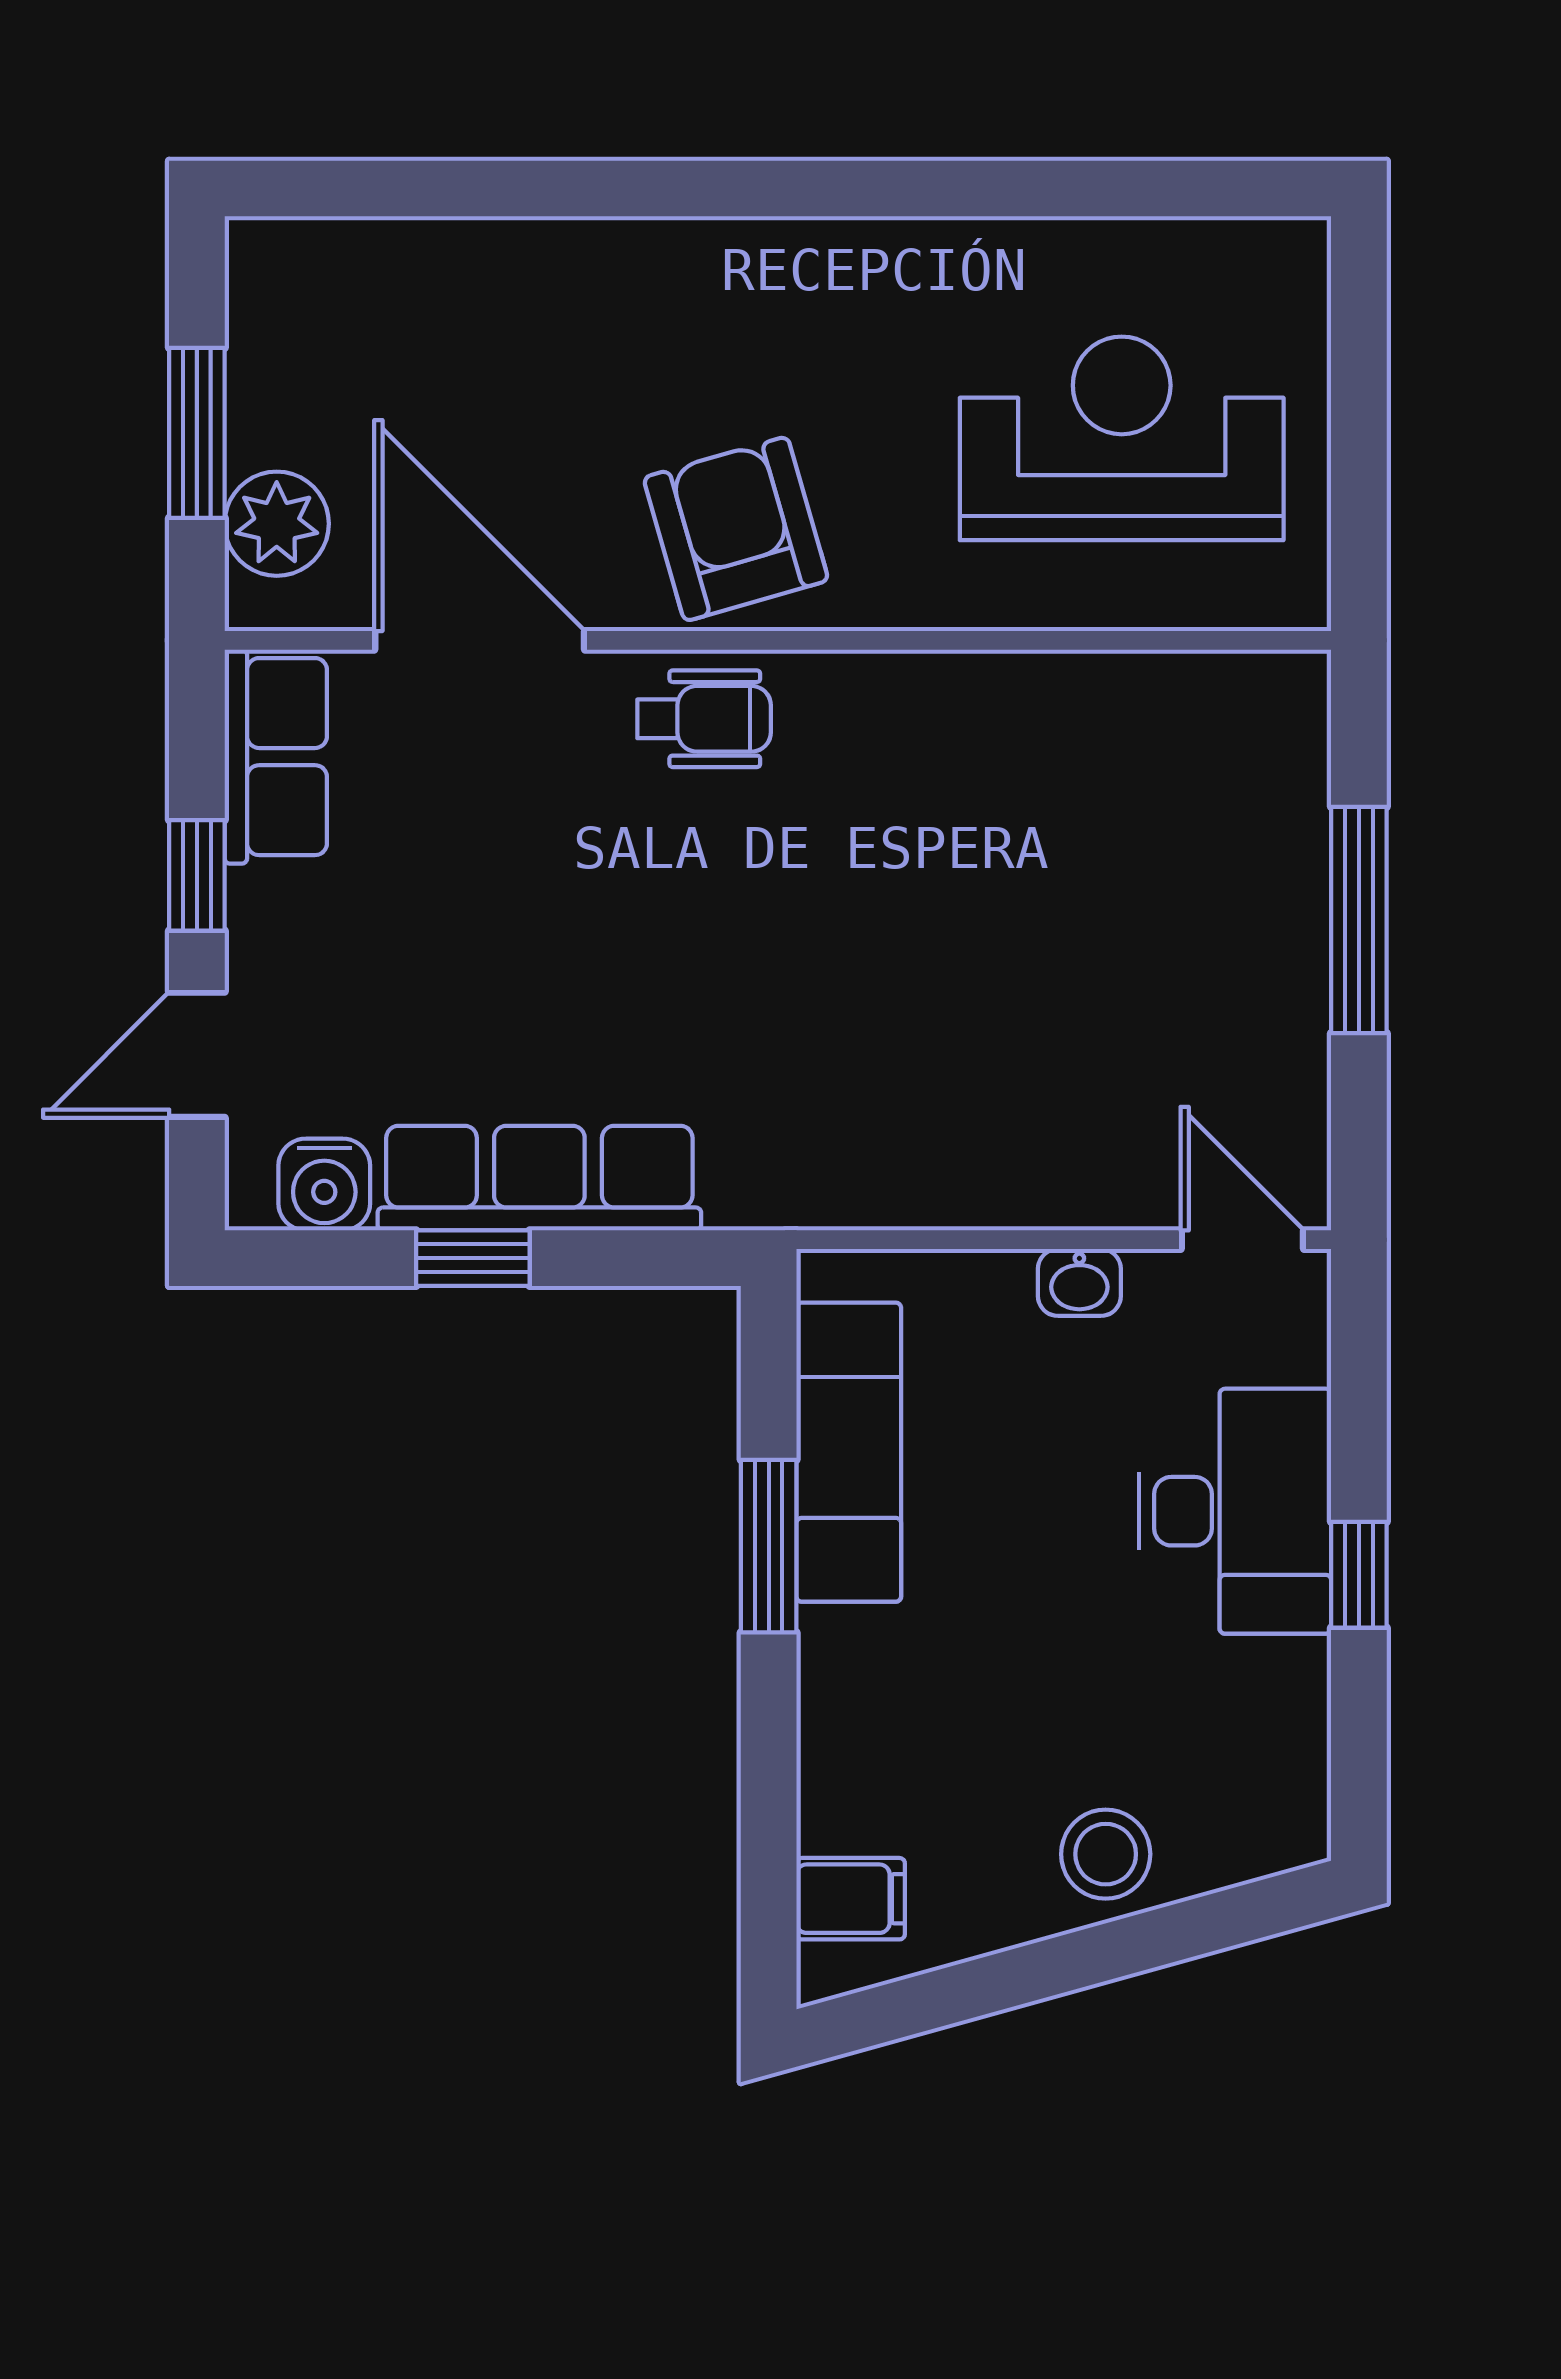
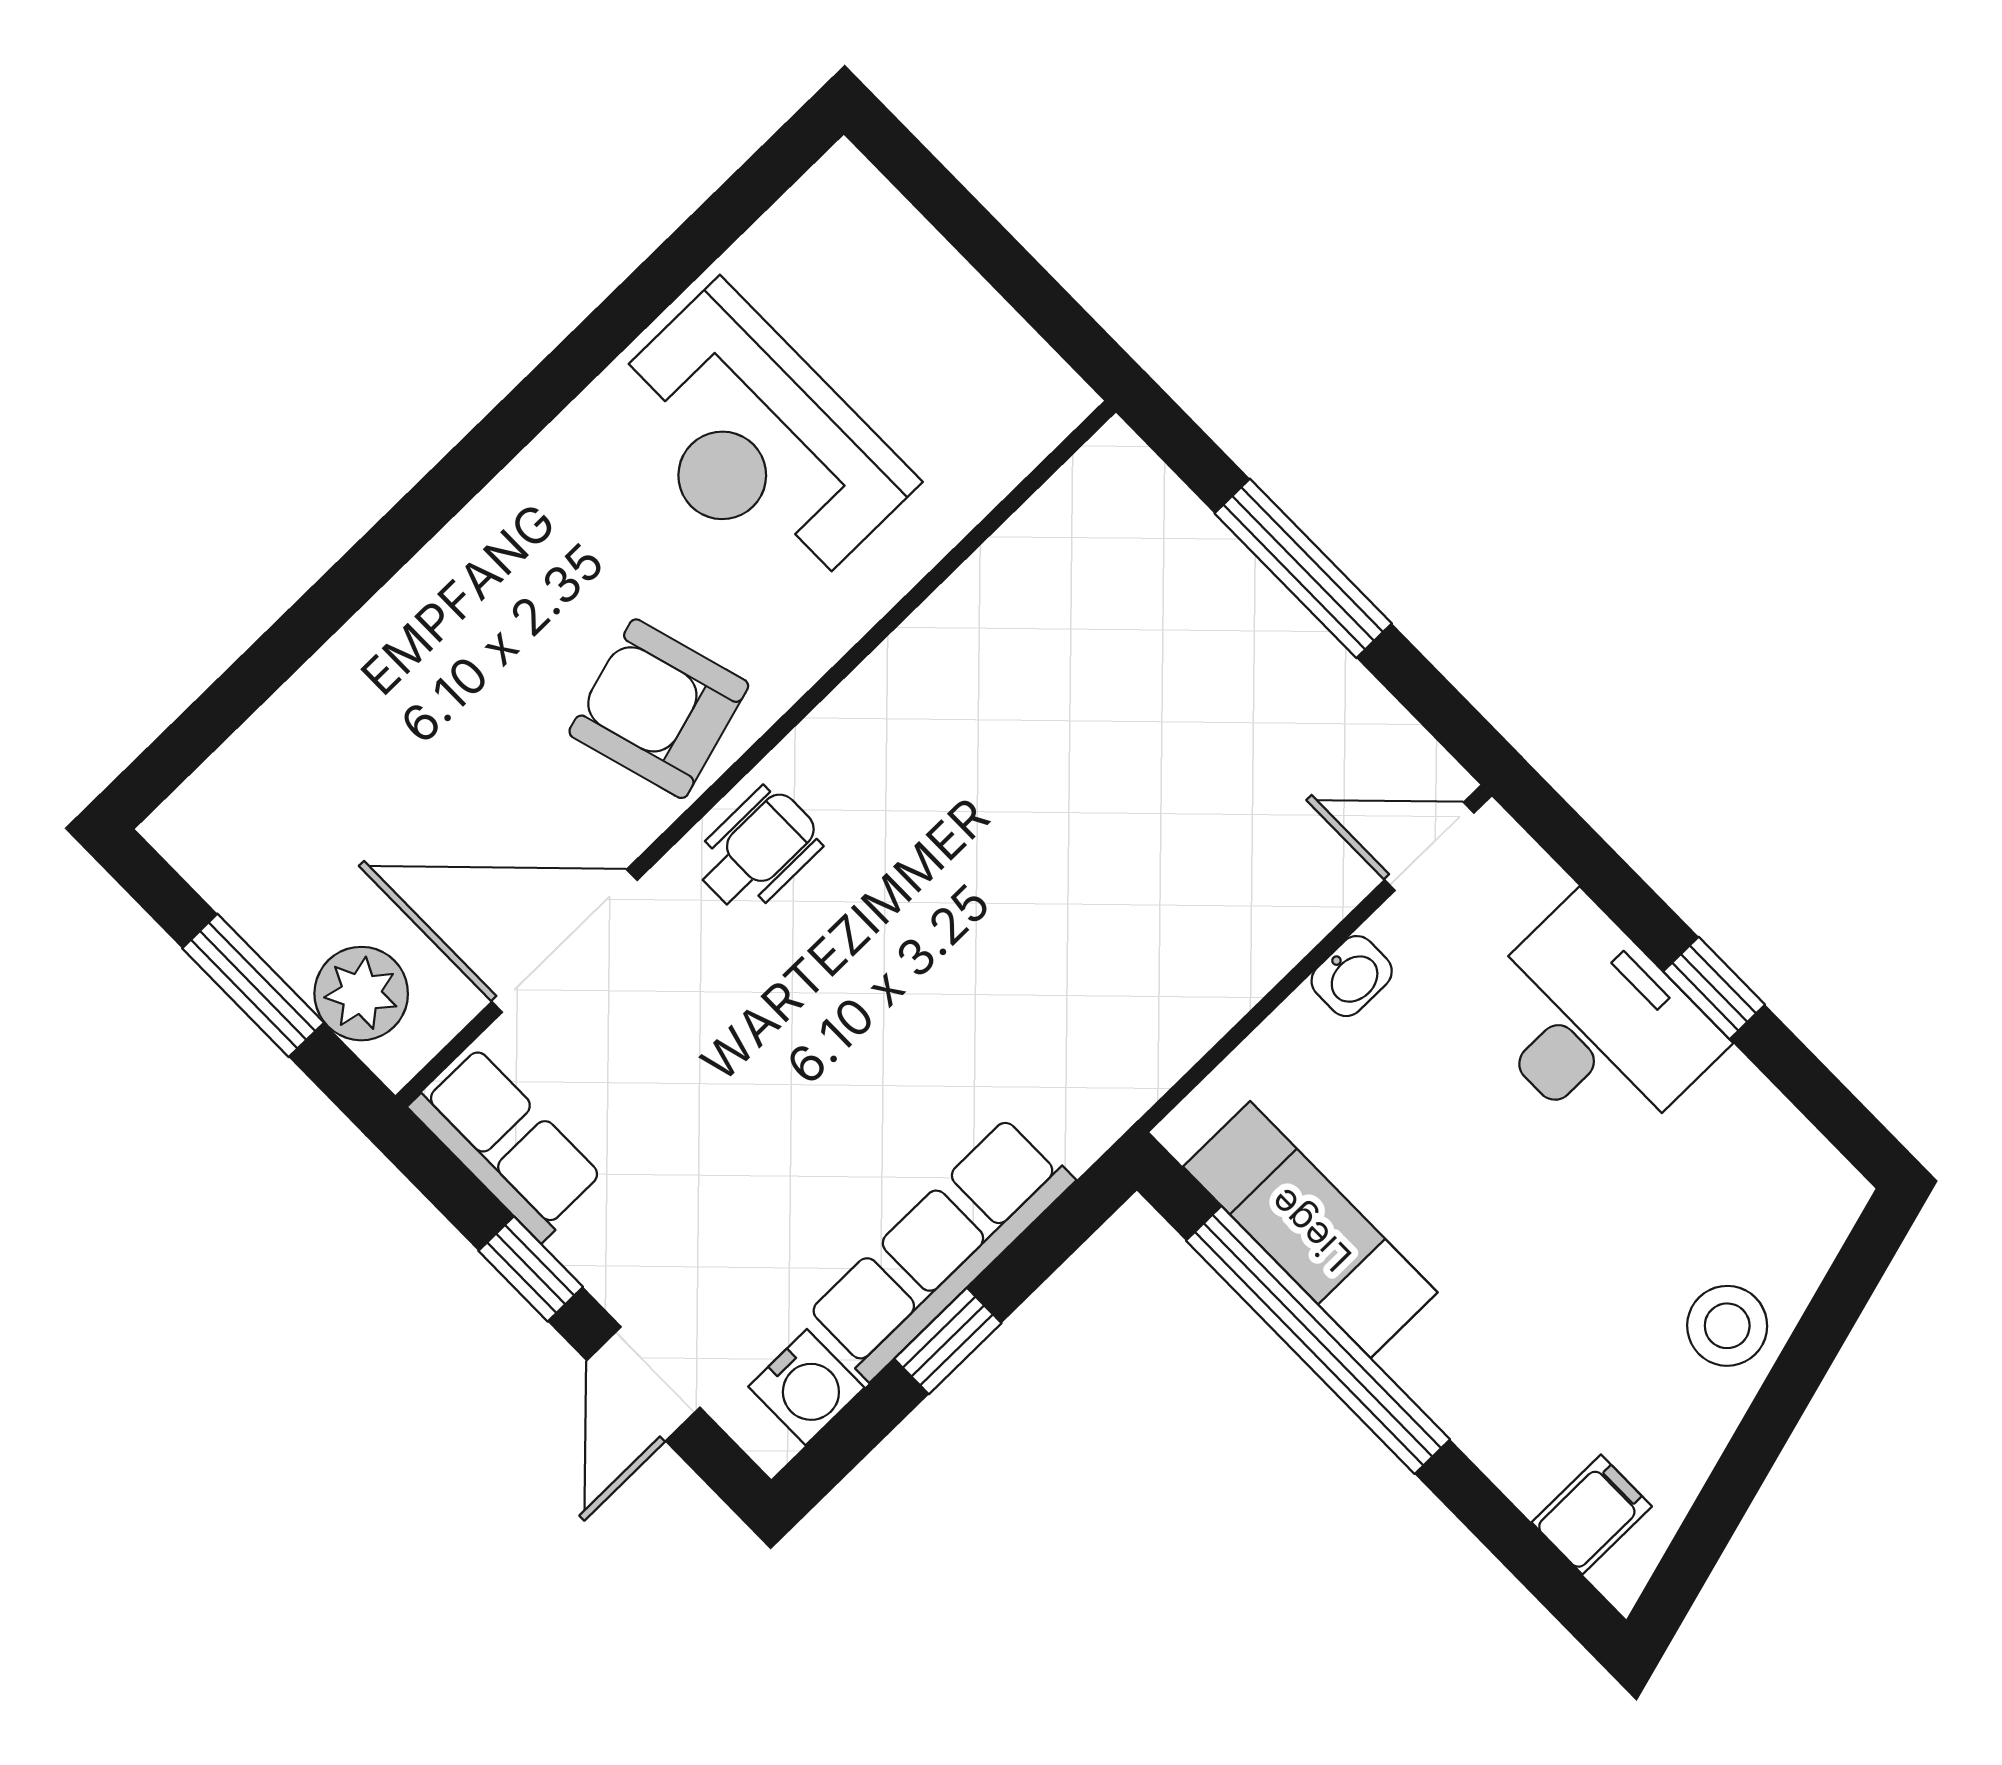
reception desk: (1122, 438) -> (756, 442), moved, turned -90
window: (769, 1546) -> (1318, 1340), width x2.11

